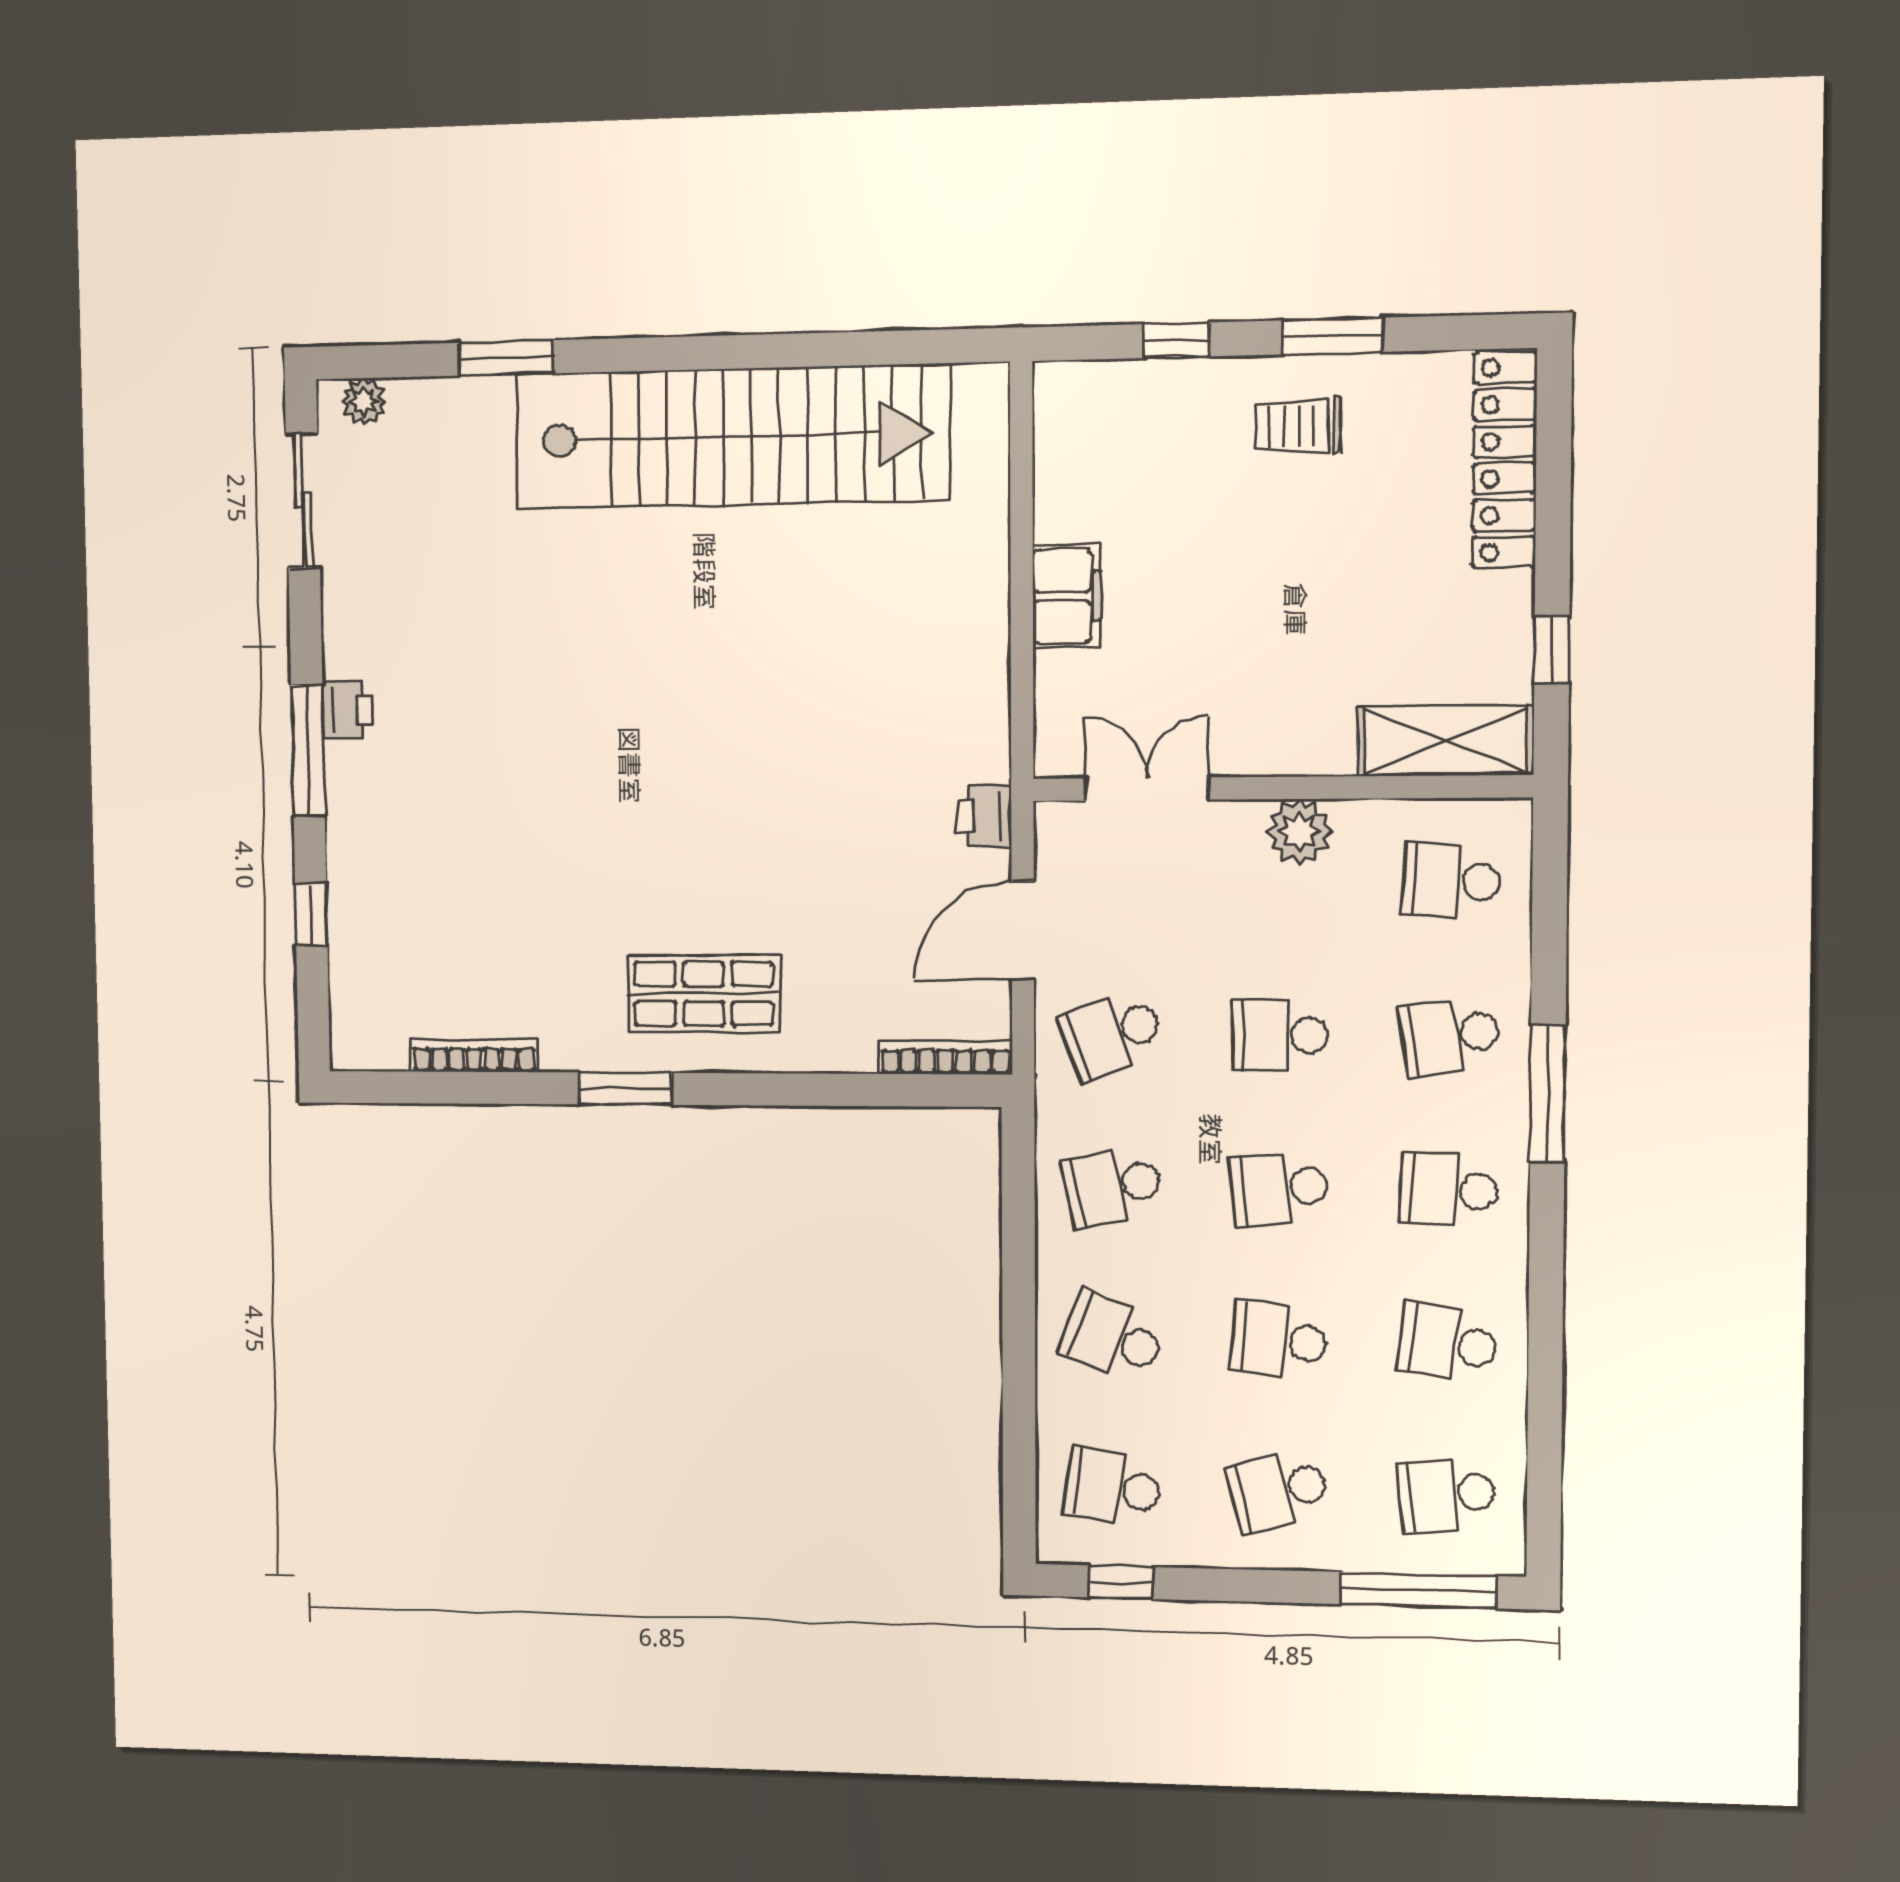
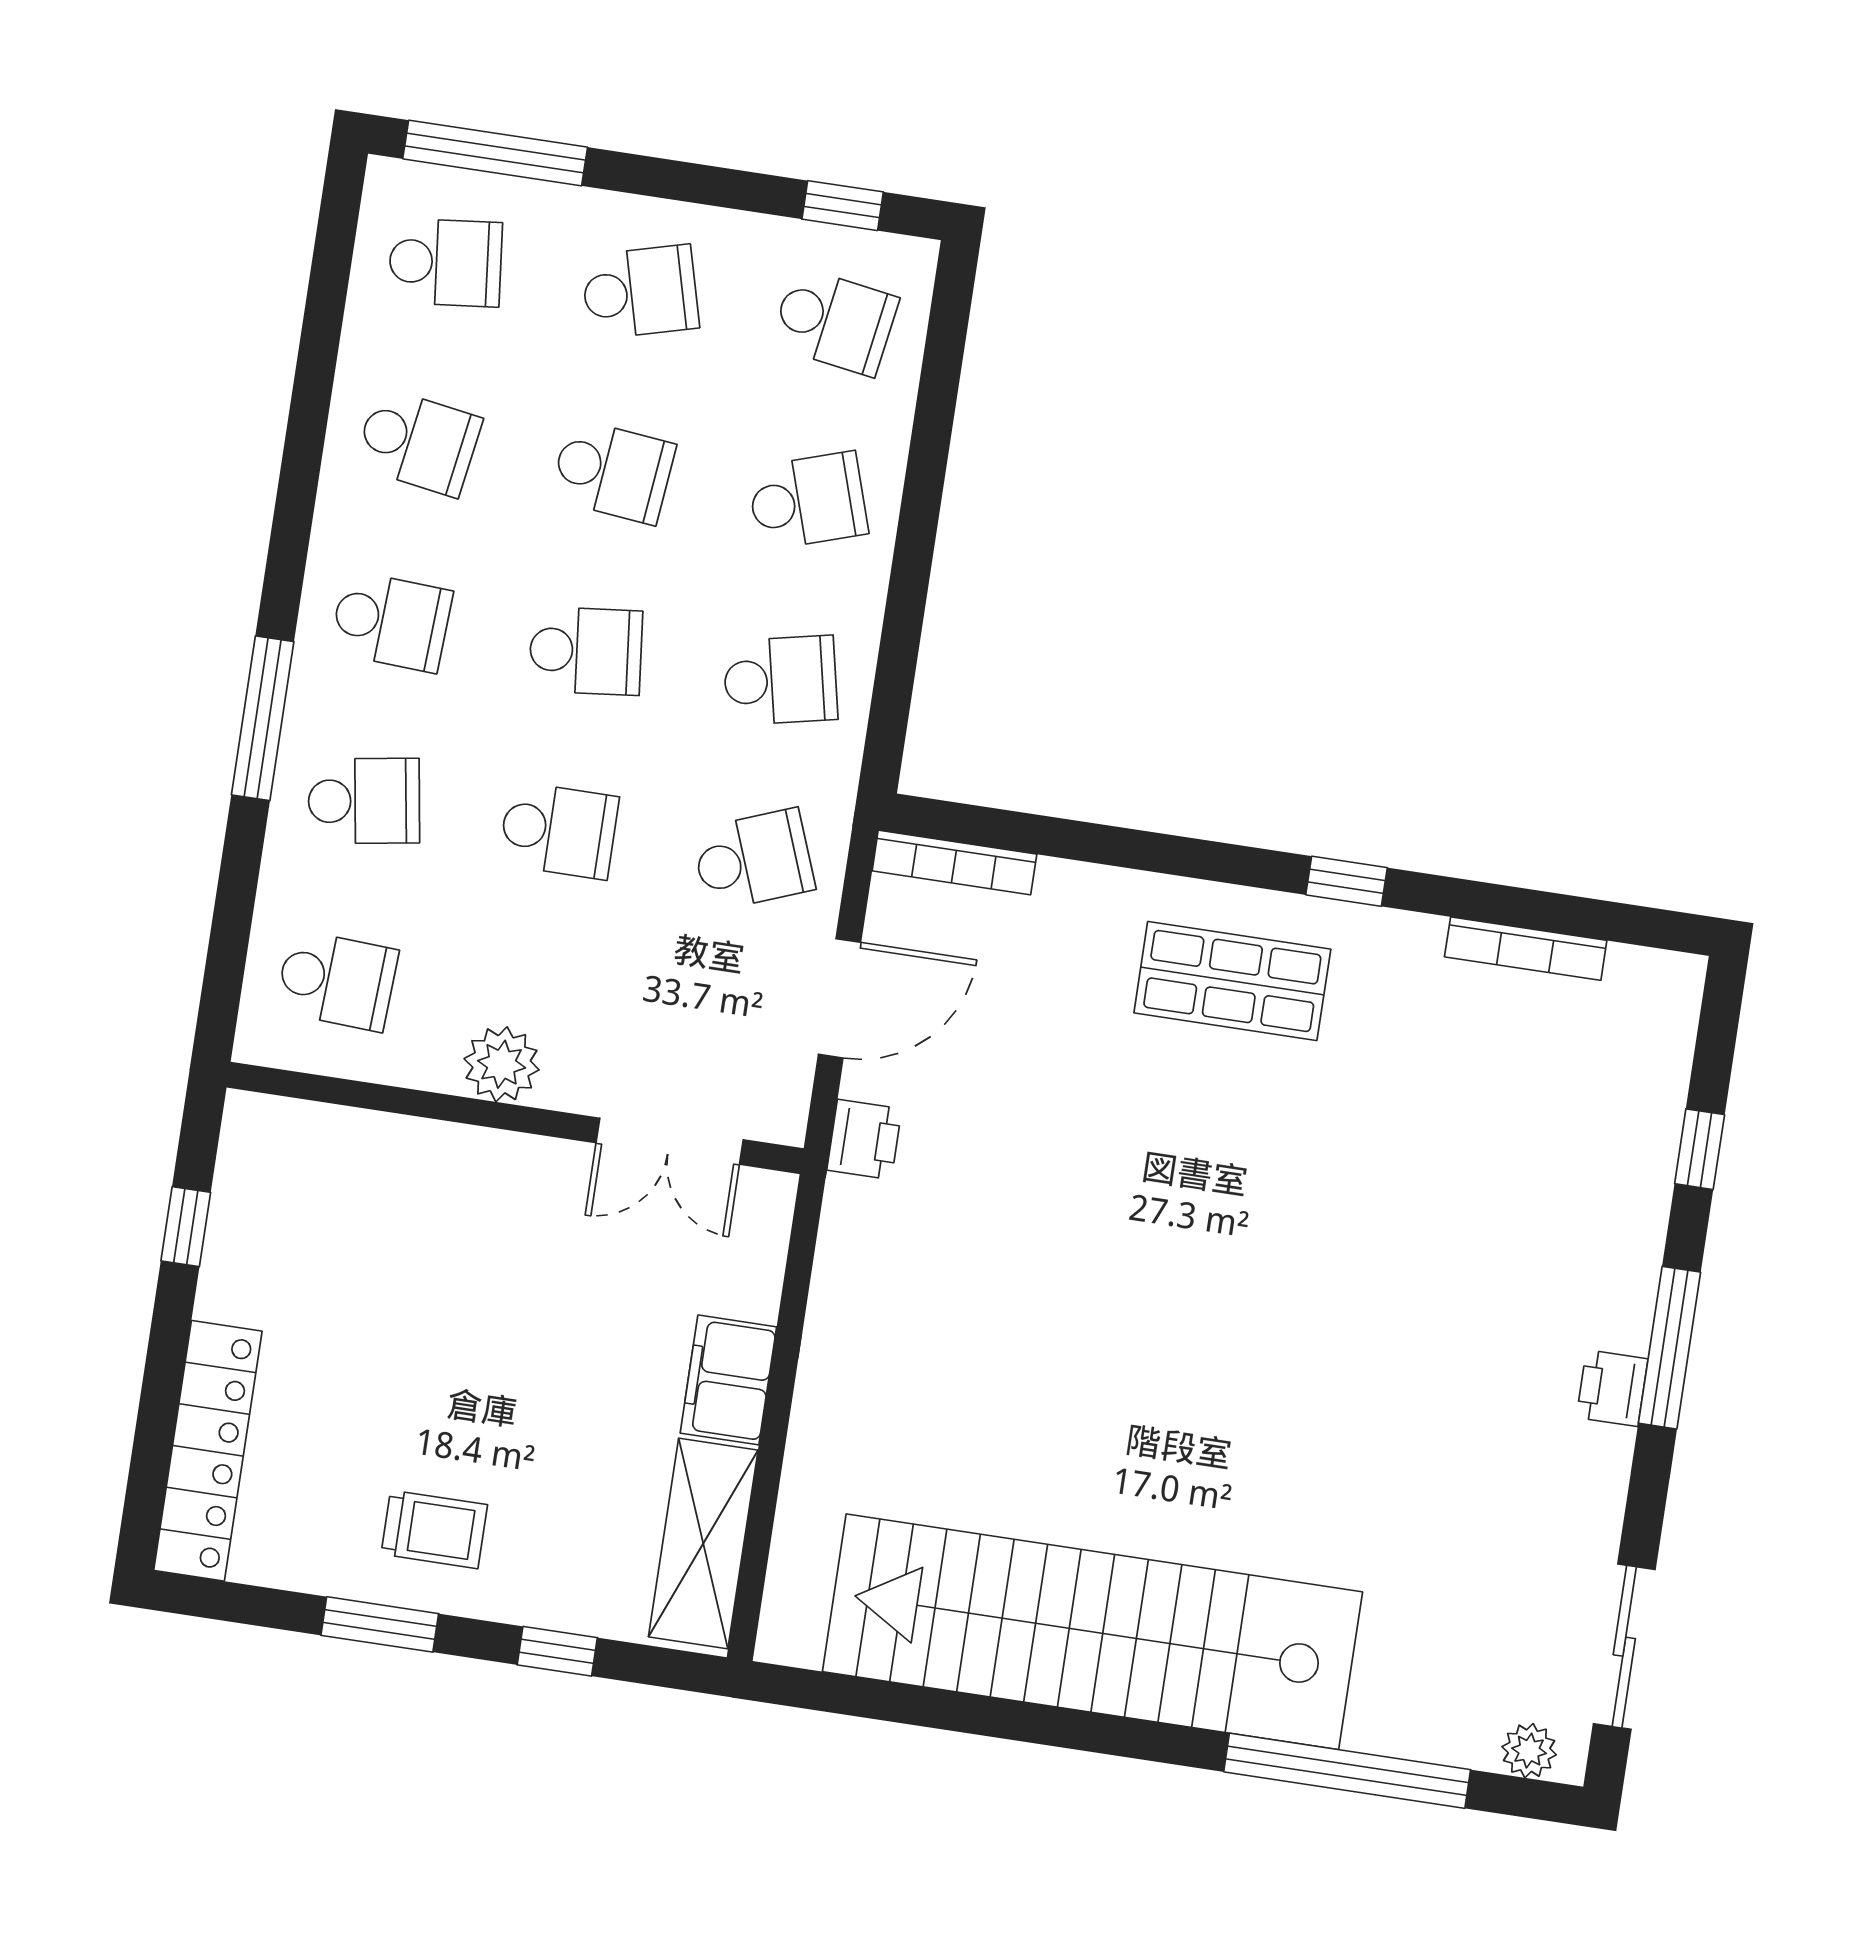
window: (506, 358) -> (1347, 1771), width x2.11
shelving: (1445, 741) -> (703, 1543), moved, turned 90
window: (625, 1089) -> (1346, 881), width x0.67
school desk: (1113, 1337) -> (808, 501), turned -39

